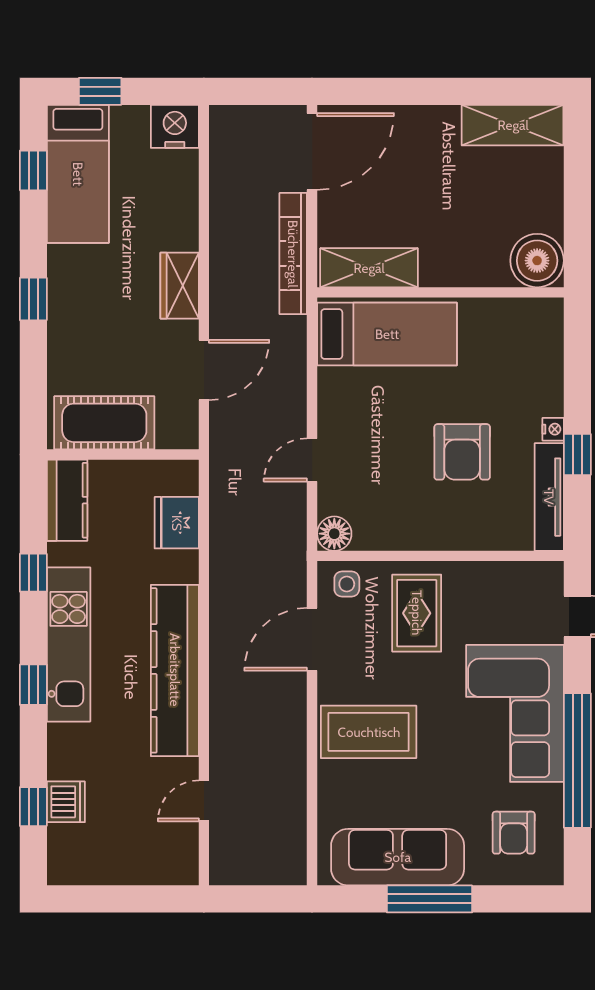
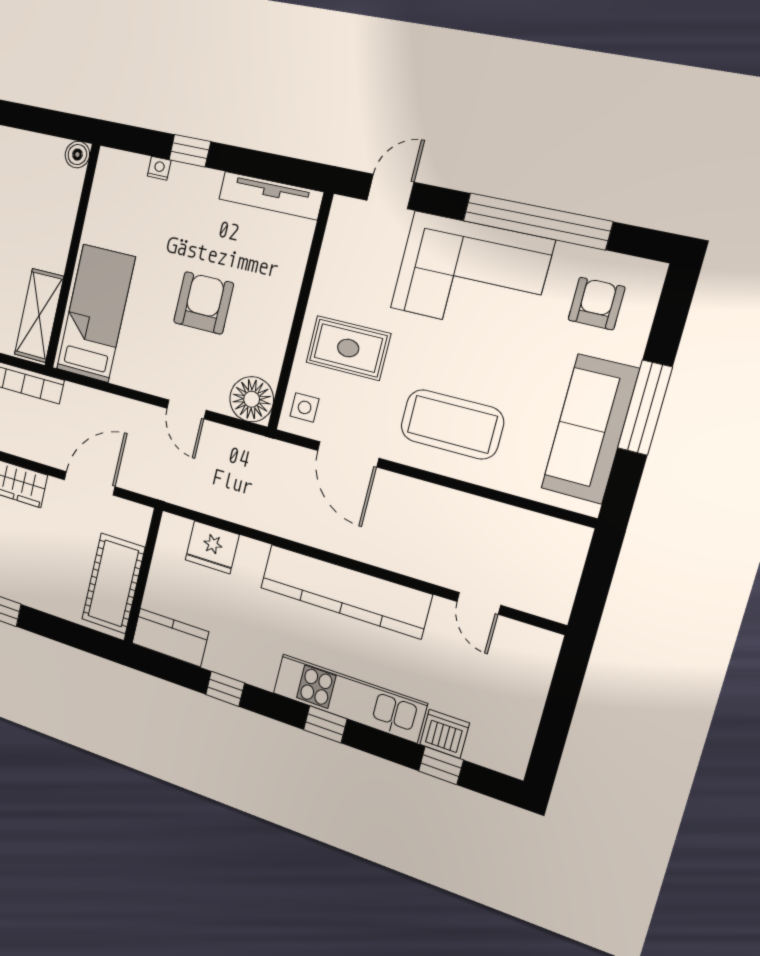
boiler: (537, 261) -> (77, 155), width x0.54, depth x0.54
door: (204, 370) -> (90, 483), hinge flipped
nightstand: (553, 429) -> (159, 168), moved
armchair: (462, 452) -> (204, 303), moved, turned -90
window: (577, 454) -> (190, 151), moved
floor lamp: (334, 534) -> (252, 399), width x1.38, depth x1.38
kitchen unit: (69, 644) -> (349, 698), moved
coffee table: (369, 732) -> (452, 424), turned 90
armchair: (514, 833) -> (596, 304), turned -90

